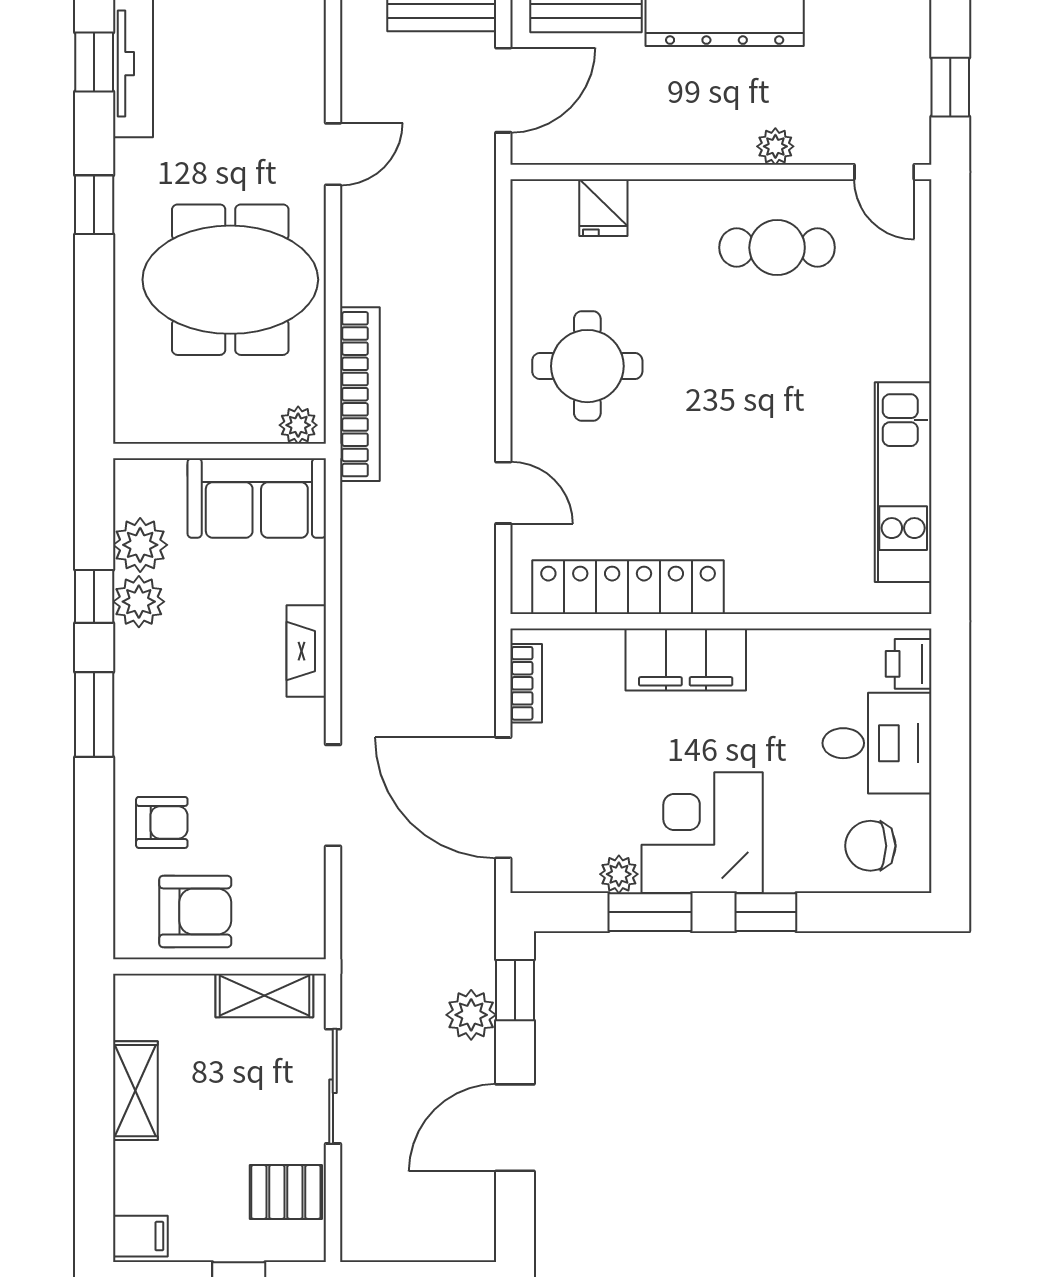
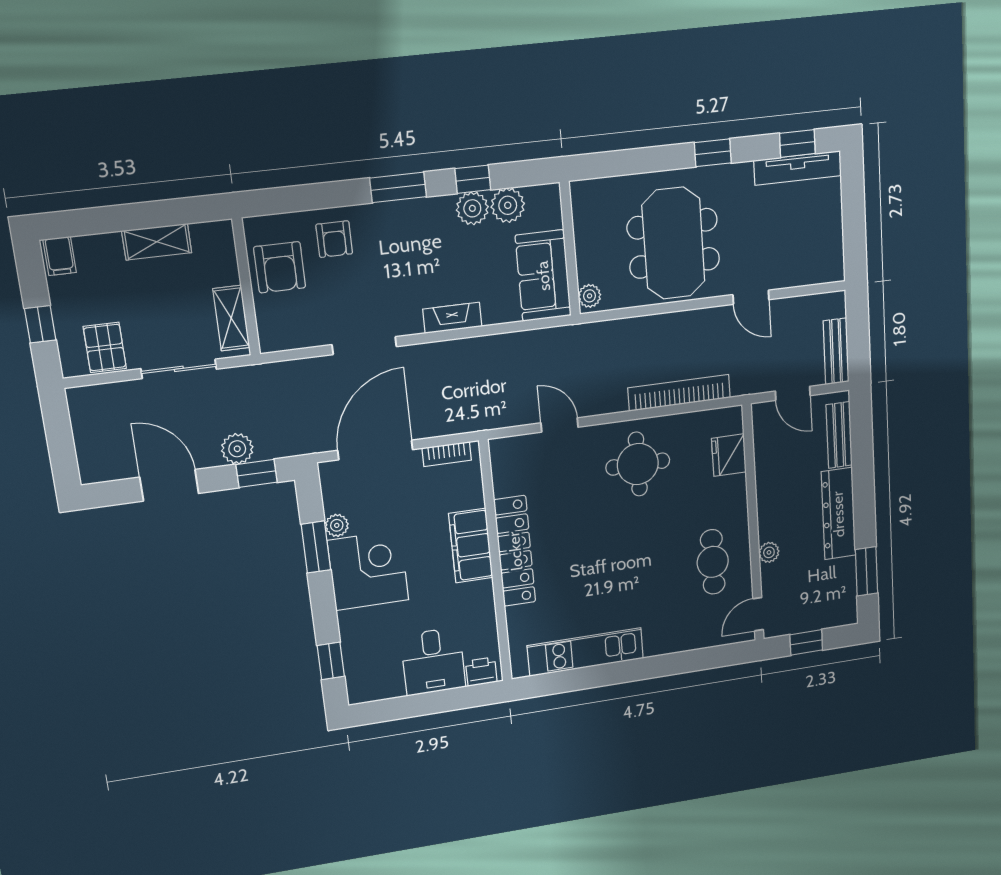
door: (503, 90) -> (793, 393), width x0.73
fridge: (603, 208) -> (729, 455), width x1.38
bookcase: (360, 394) -> (679, 393), moved, turned 180
door: (503, 493) -> (559, 425), swing flipped
locker: (628, 587) -> (515, 551), moved
chair: (870, 846) -> (372, 667), removed
window: (766, 912) -> (331, 661), moved

